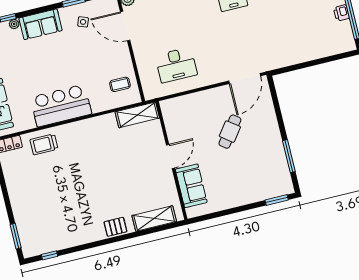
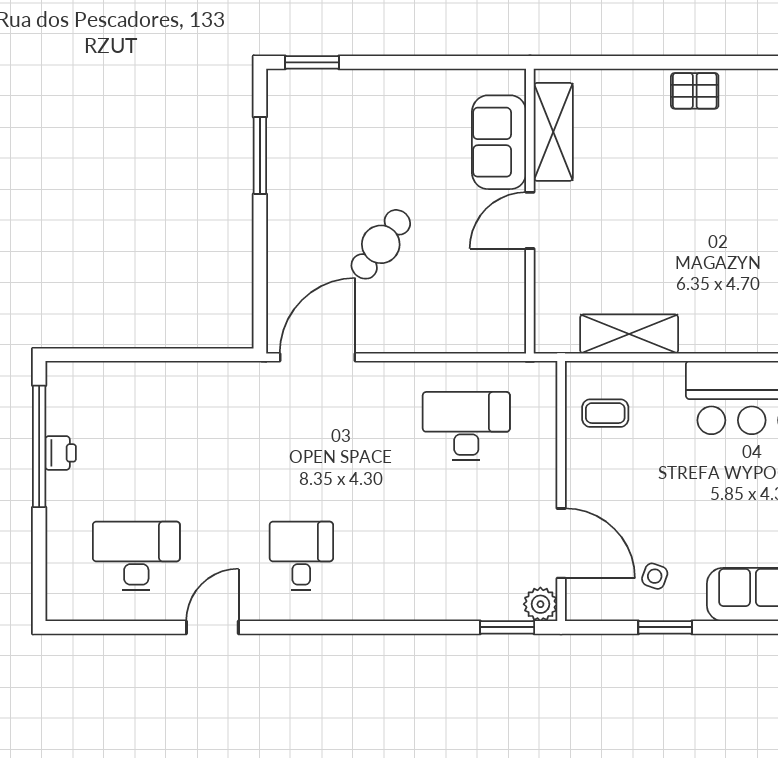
shelving: (137, 115) -> (629, 334), moved
shelving: (154, 219) -> (553, 132), moved, turned 90

